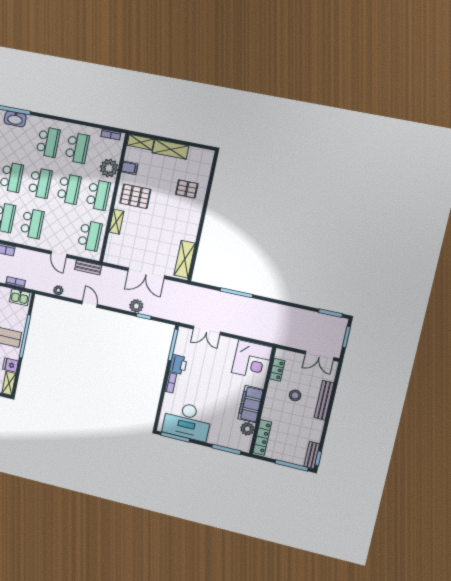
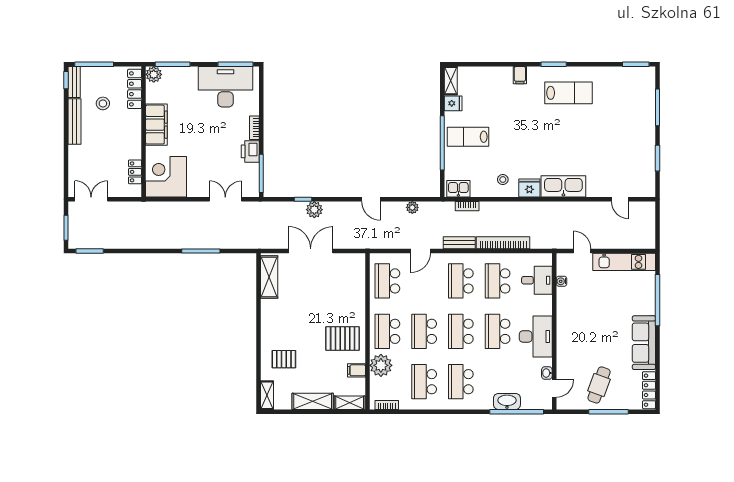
shelving: (116, 222) -> (267, 395), moved
door: (59, 254) -> (421, 251), swing flipped
bench: (88, 268) -> (459, 243), moved
stool: (295, 395) -> (103, 103), moved
bench: (324, 400) -> (75, 122), moved
plant: (247, 429) -> (154, 74), moved

